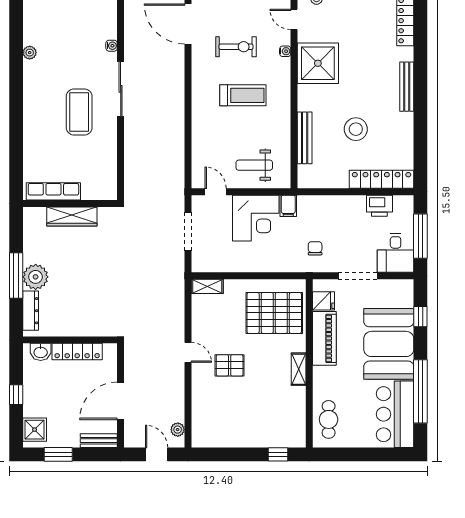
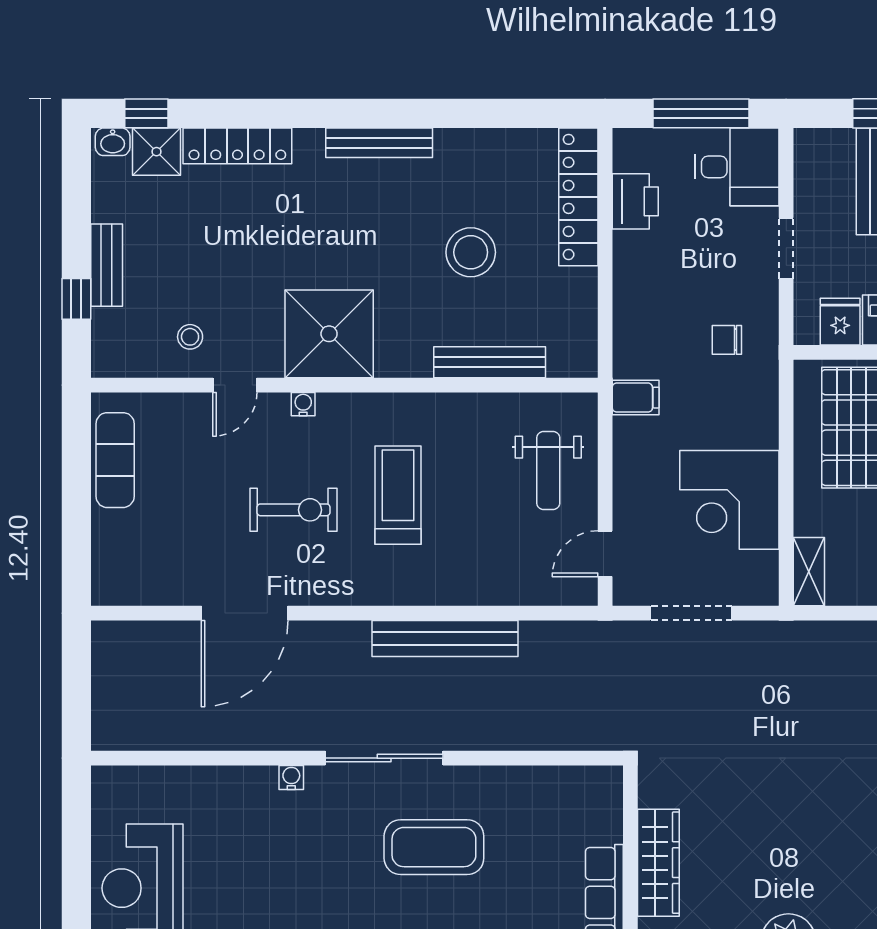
exercise bike: (236, 47) -> (294, 510), turned 90
bench: (176, 117) -> (445, 639), added
corner desk: (256, 218) -> (729, 500), moved, turned 180
doorway: (358, 276) -> (786, 248), width x0.73

